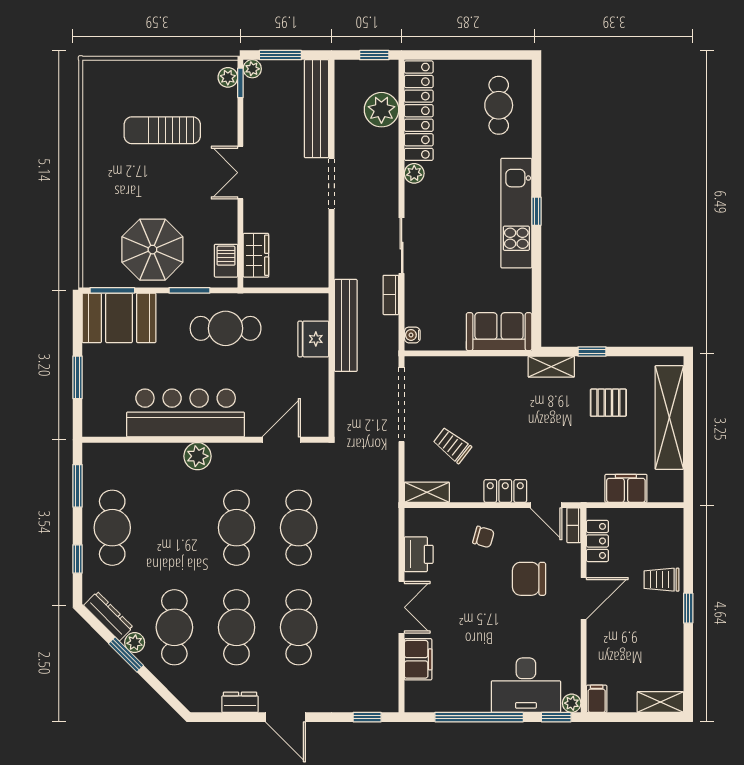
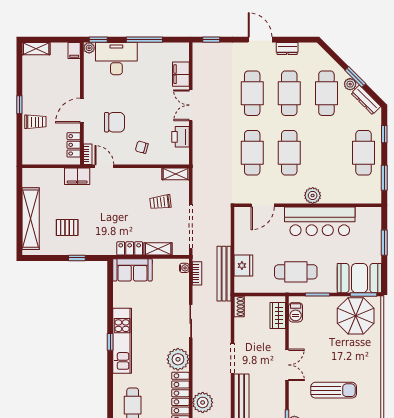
plant: (414, 173) -> (178, 359), width x1.87, depth x1.87
parasol: (152, 250) -> (356, 316), moved
shoe rack: (320, 270) -> (239, 307), added
bookcase: (391, 295) -> (197, 273), moved
shelving: (551, 367) -> (158, 249), moved
trolley: (452, 445) -> (160, 202), turned 135
filing cabinet: (626, 488) -> (77, 176), moved
locker: (505, 491) -> (130, 248), moved, turned 180
window: (479, 717) -> (144, 40), width x0.68

